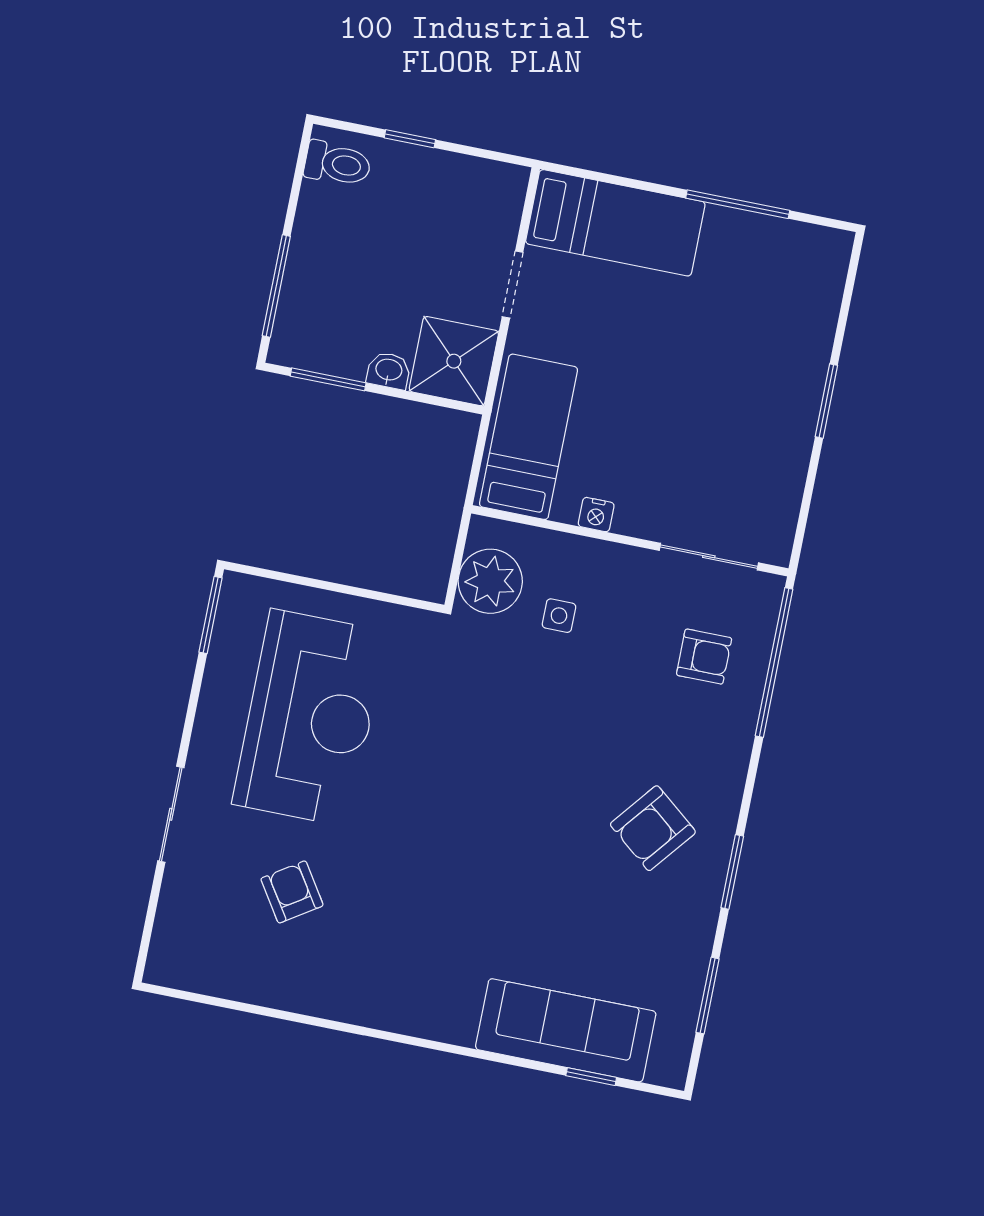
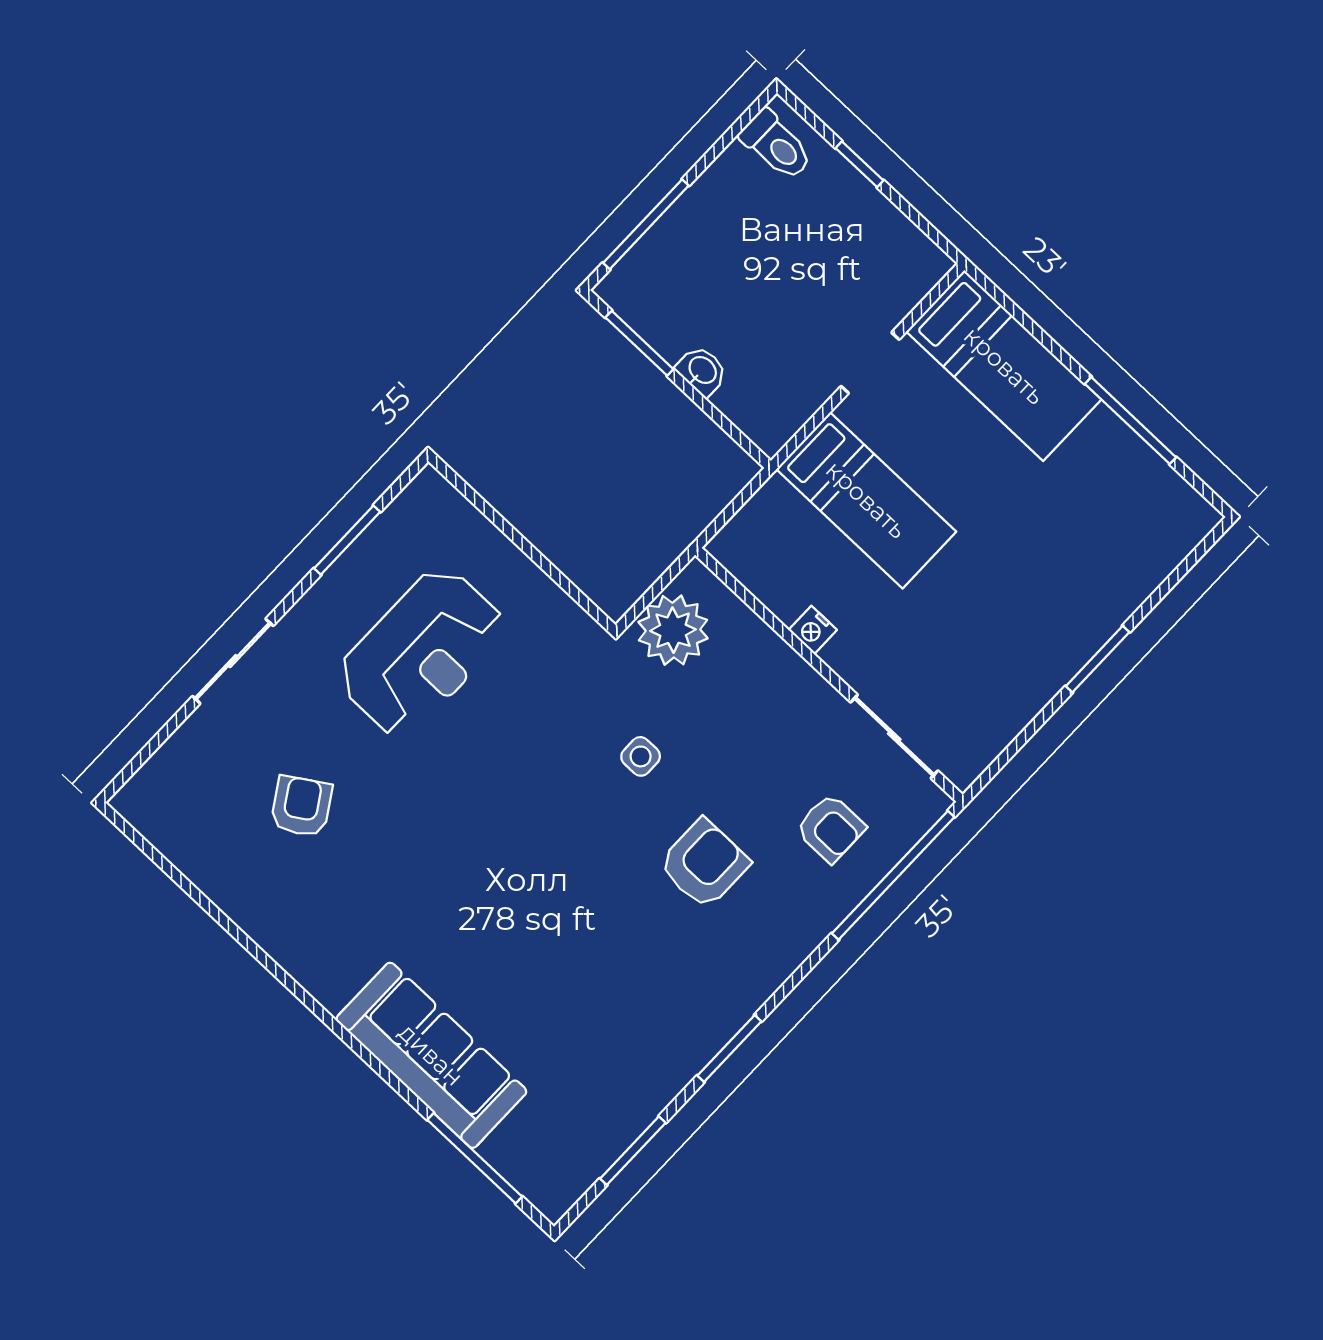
shower: (454, 361) -> (769, 401), removed
bed: (529, 437) -> (866, 500), moved, turned 90
window: (211, 615) -> (347, 540), moved
side table: (559, 616) -> (641, 756), moved
reception desk: (310, 718) -> (421, 652), width x0.74, depth x0.77
armchair: (653, 828) -> (704, 864), moved, turned 141
sofa: (566, 1030) -> (431, 1055), moved
window: (591, 1077) -> (475, 1158), width x2.17

